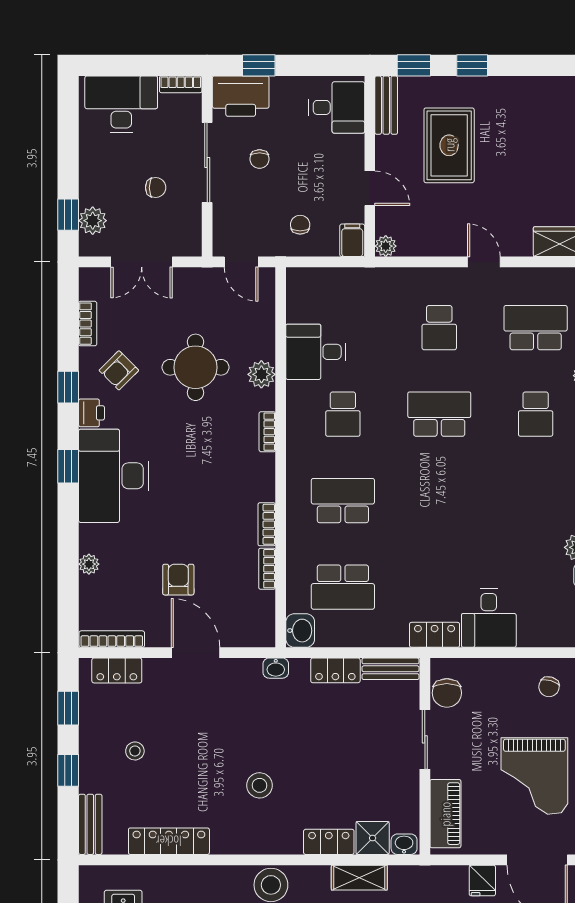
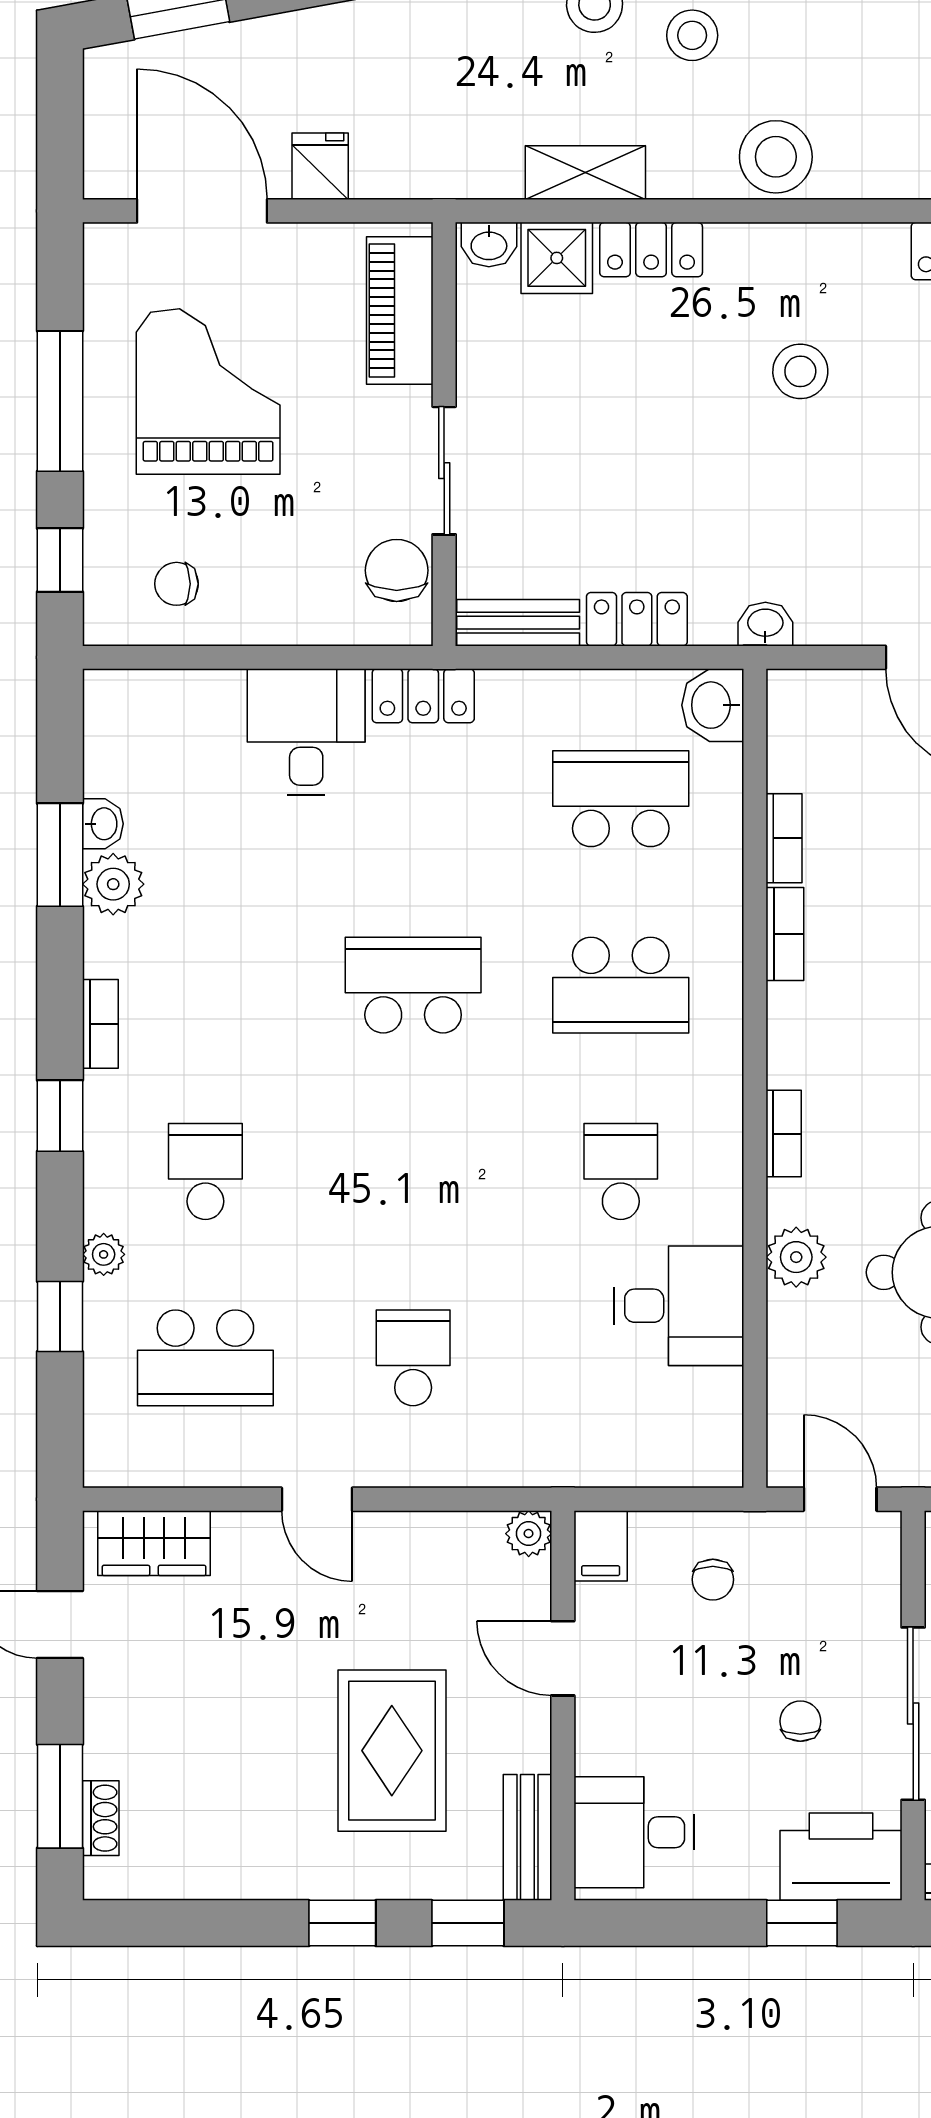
school desk: (439, 414) -> (413, 985), moved, turned 180
chair: (549, 687) -> (177, 584), turned -106

